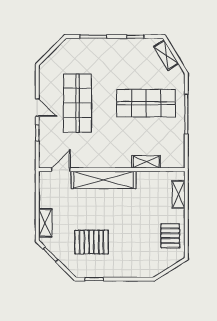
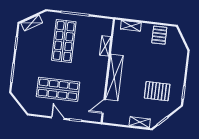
door: (37, 108) -> (58, 118), hinge flipped
door: (61, 170) -> (104, 107), hinge flipped
pallet: (170, 236) -> (159, 35), turned 90
pallet: (92, 242) -> (157, 91), turned 90

